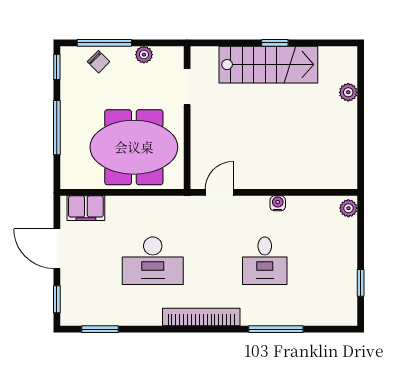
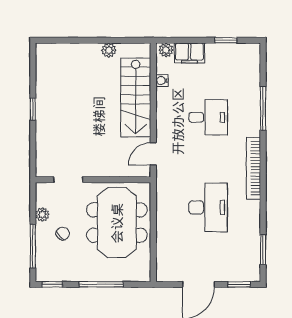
chair: (99, 62) -> (63, 233), moved
stairs: (268, 65) -> (136, 98), moved, turned 180
plant: (348, 92) -> (109, 50), moved
door: (219, 192) -> (153, 154), hinge flipped
water cooler: (278, 203) -> (162, 81), moved
filing cabinet: (86, 208) -> (189, 53), moved, turned 90

